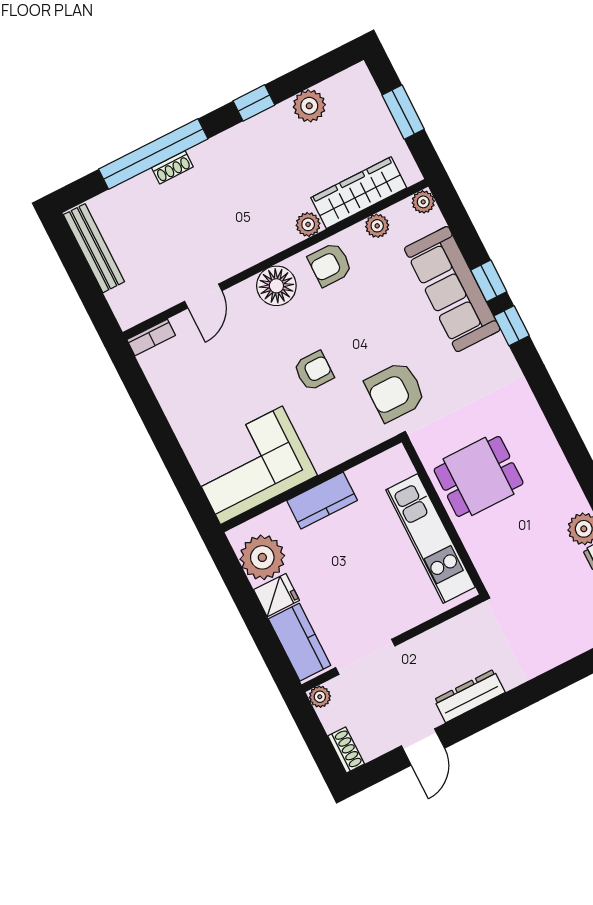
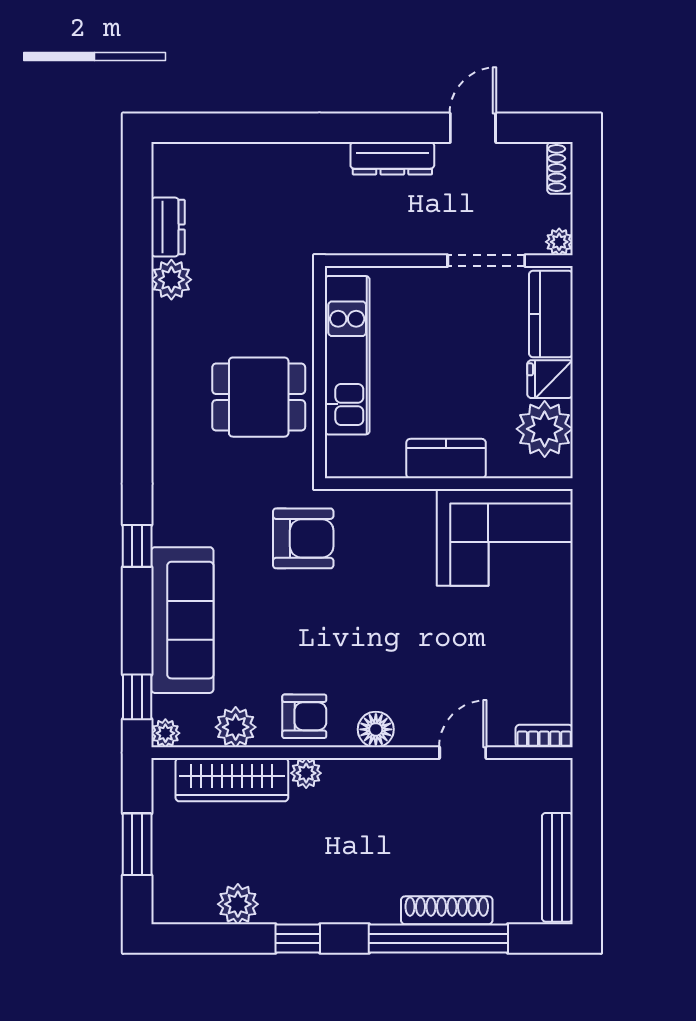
shoe rack: (172, 167) -> (447, 910), width x1.94, depth x1.24
plant: (377, 226) -> (236, 727), width x1.38, depth x1.38
window: (489, 281) -> (137, 697), moved
floor lamp: (276, 286) -> (376, 729), width x0.73, depth x0.73
armchair: (314, 371) -> (382, 607), removed

